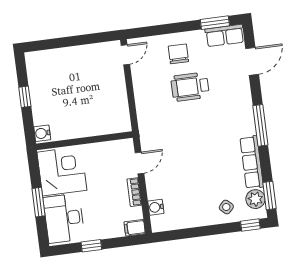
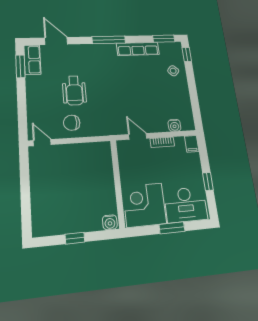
chair: (178, 54) -> (72, 123), moved
plant: (255, 199) -> (167, 49), removed

